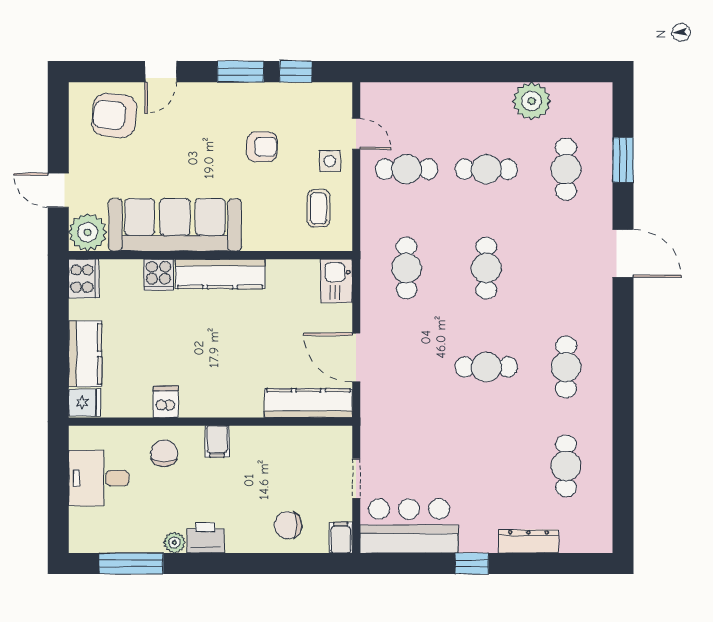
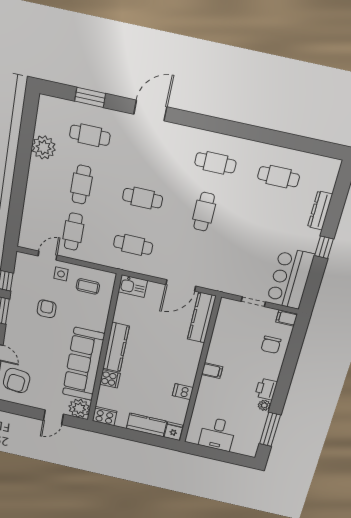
chair: (164, 453) -> (212, 399), removed

